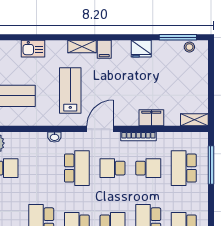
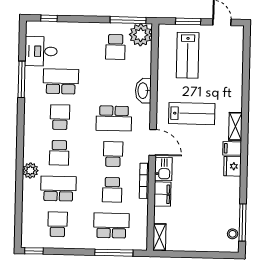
kitchen sink: (33, 49) -> (163, 169), moved, turned 180
fridge: (141, 49) -> (232, 166), moved
washbasin: (54, 137) -> (143, 91), width x1.91, depth x1.45

